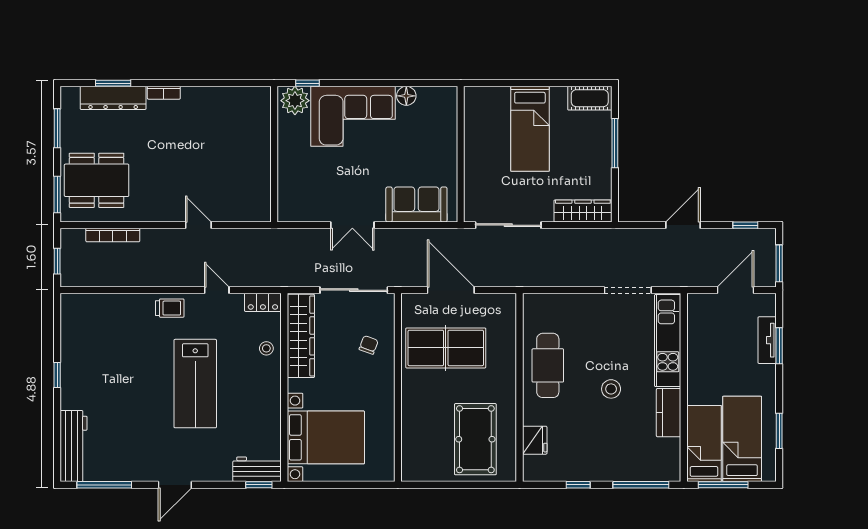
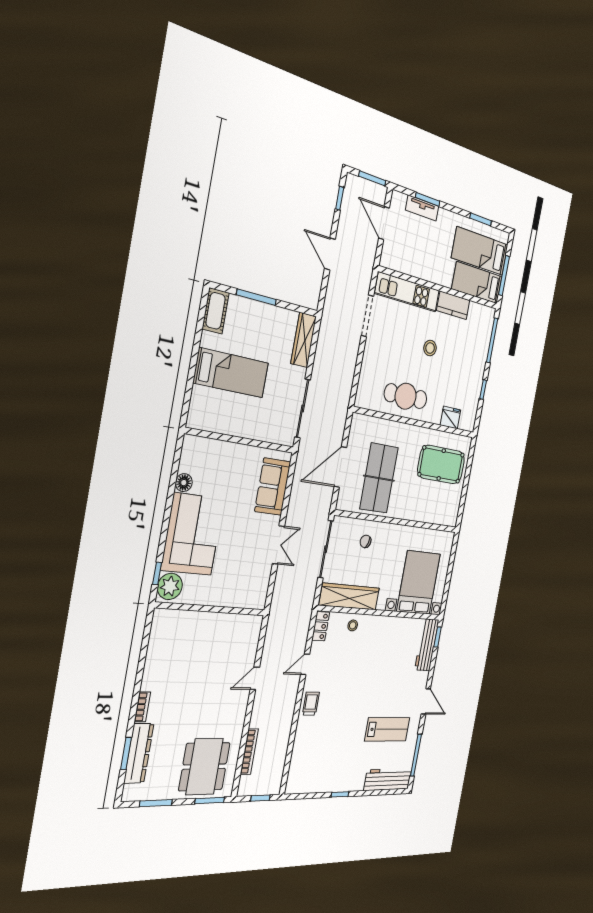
lab bench: (195, 384) -> (387, 729), moved, width x0.73, depth x0.72
workbench: (257, 469) -> (427, 645), width x1.38

